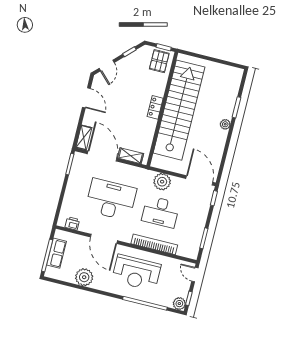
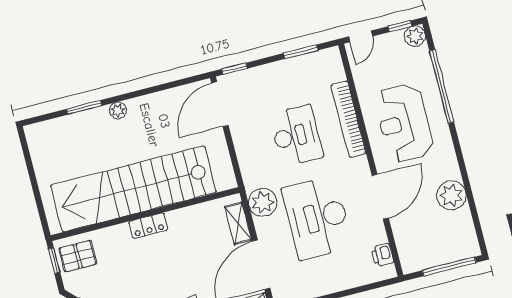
plant: (162, 182) -> (263, 202), moved
row of seats: (56, 253) -> (438, 255), removed
reception desk: (136, 273) -> (404, 123), turned 180

